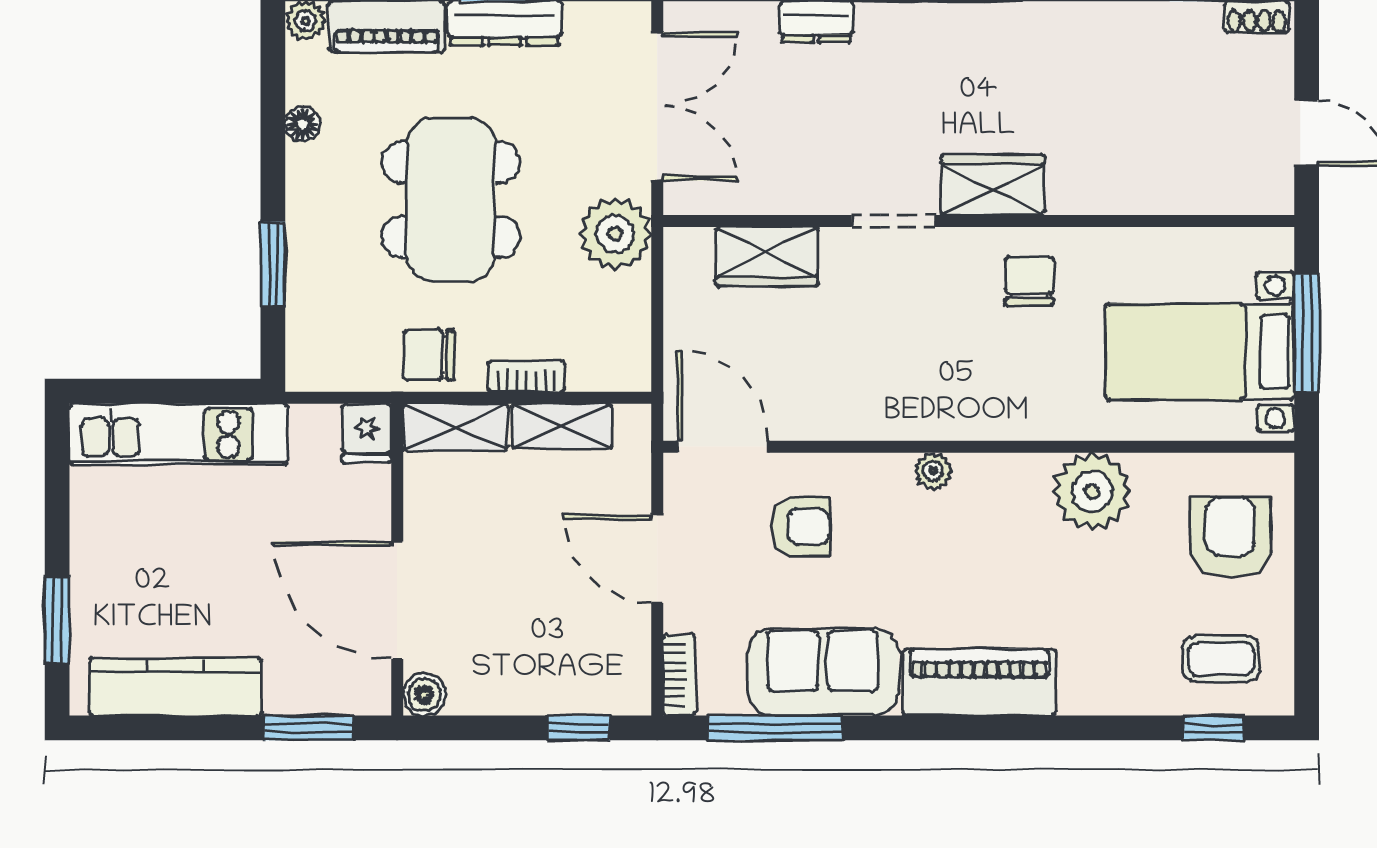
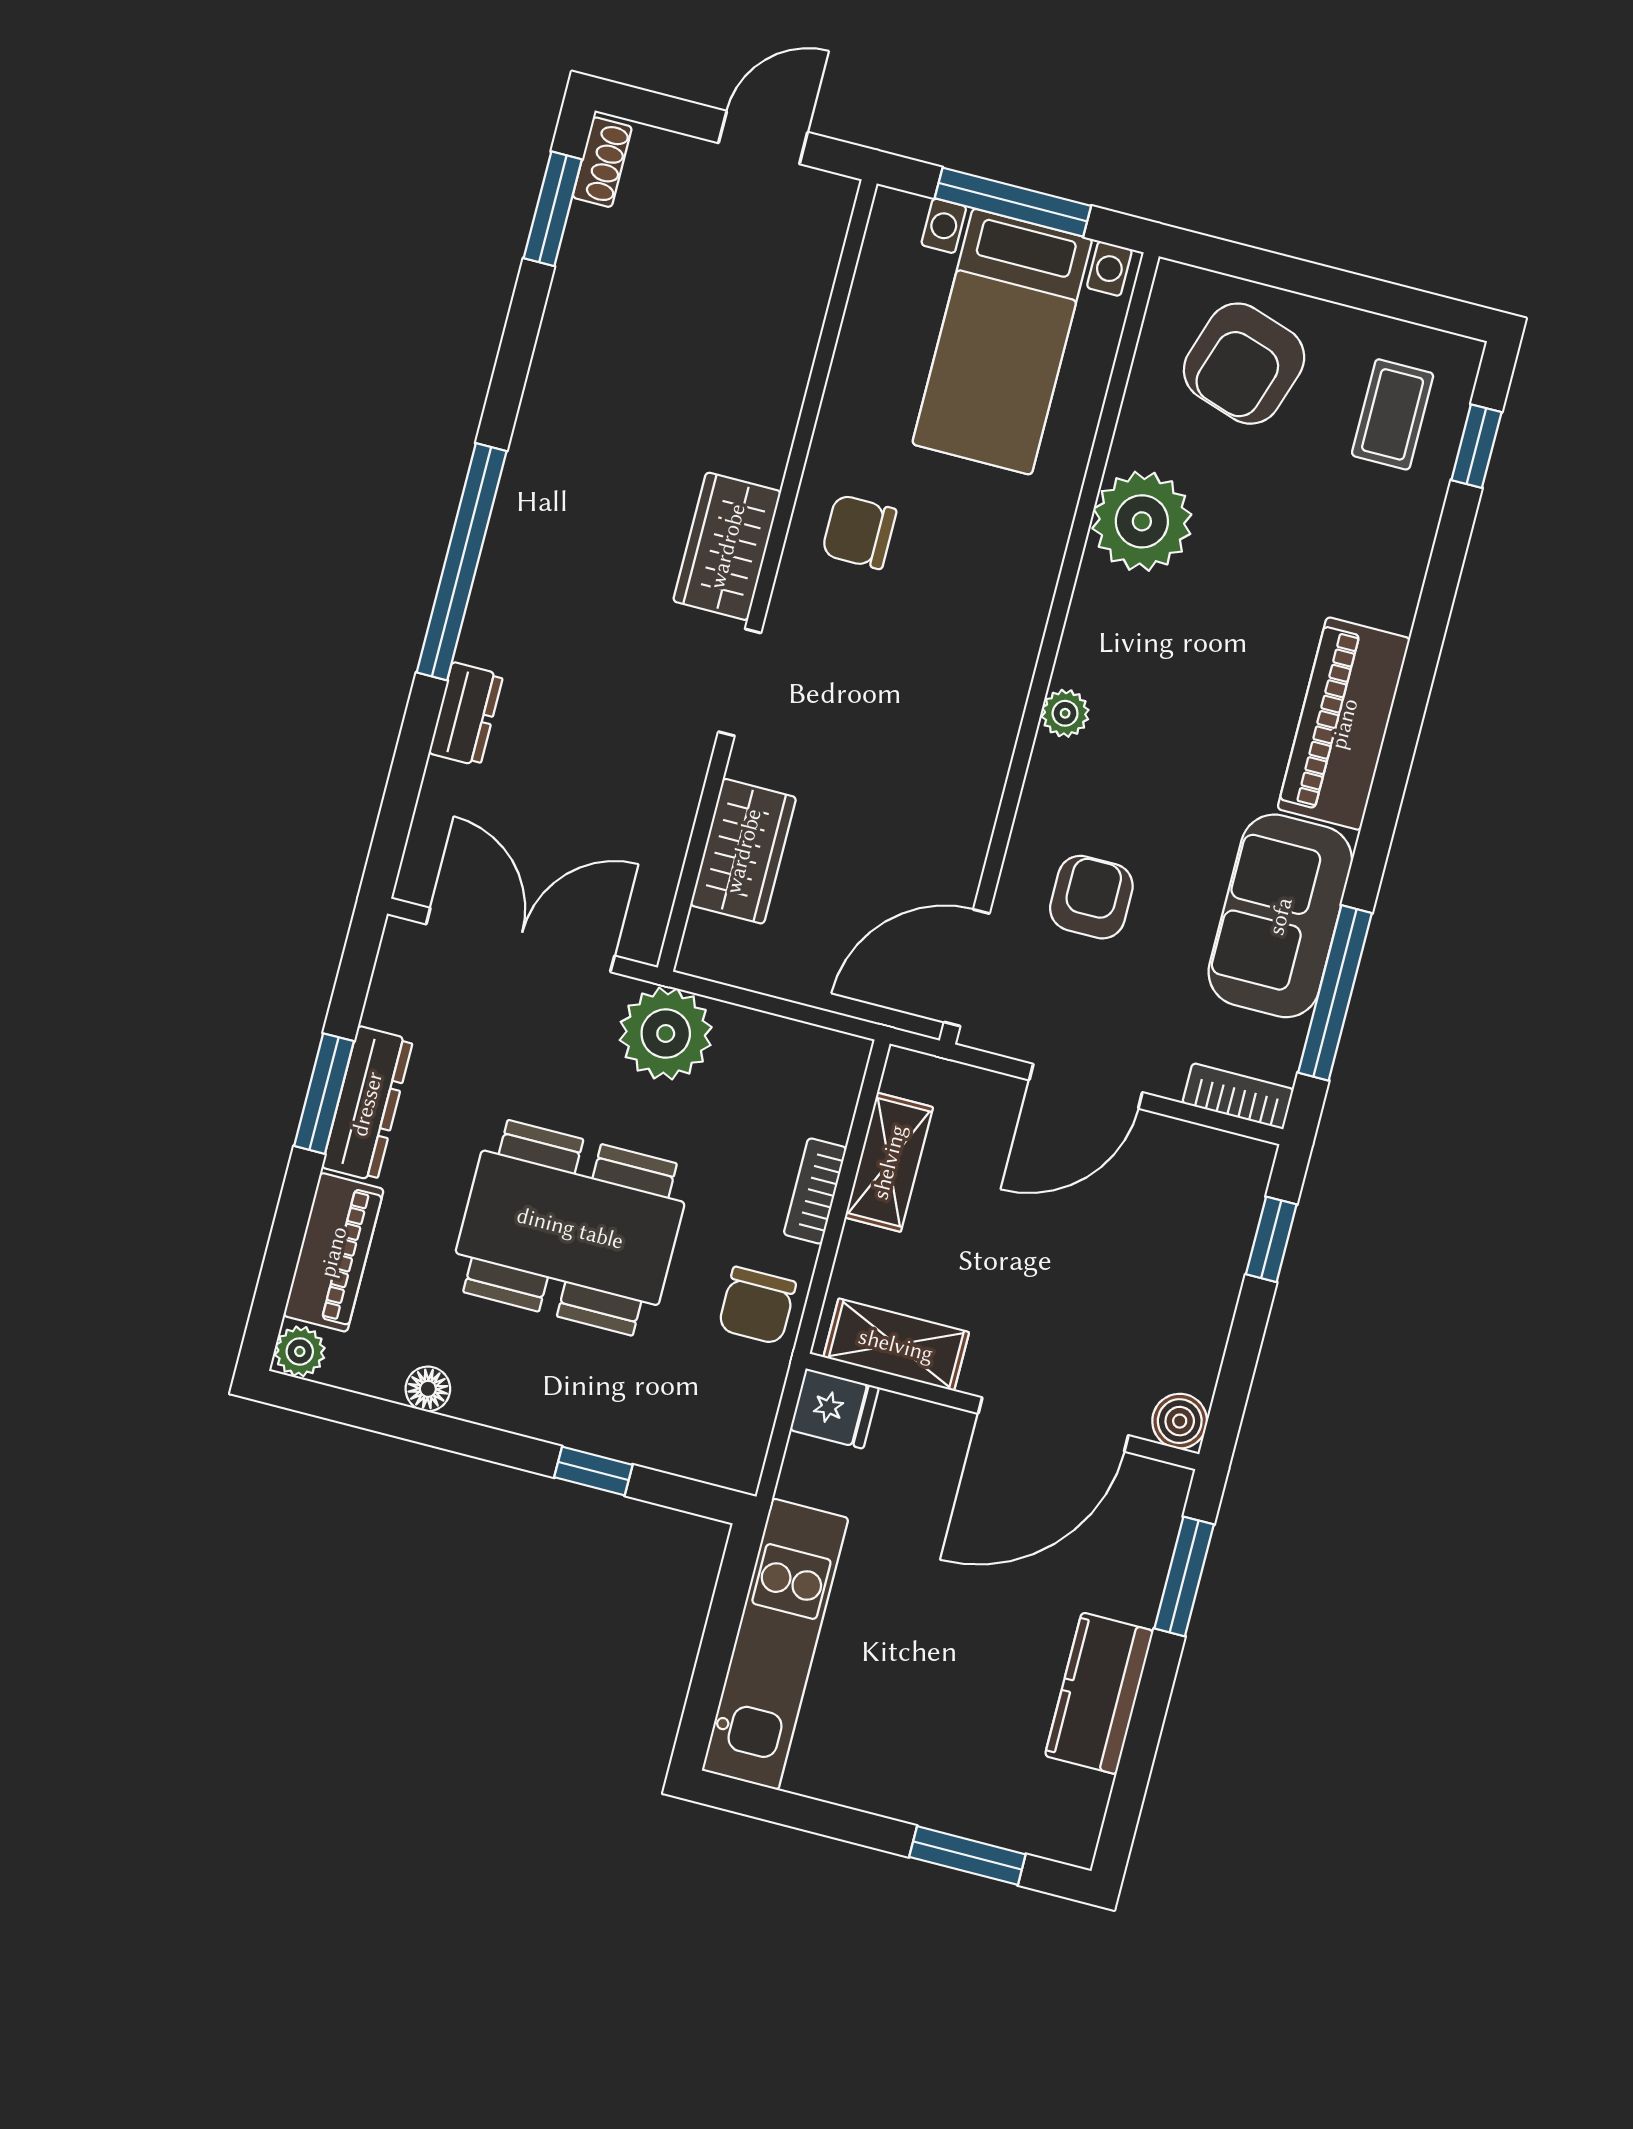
window: (273, 264) -> (593, 1471), width x0.67
shelving: (456, 427) -> (896, 1345), moved, turned 90
armchair: (1230, 538) -> (1244, 364), turned -72
kitchen counter: (176, 687) -> (1099, 1693), width x0.67

